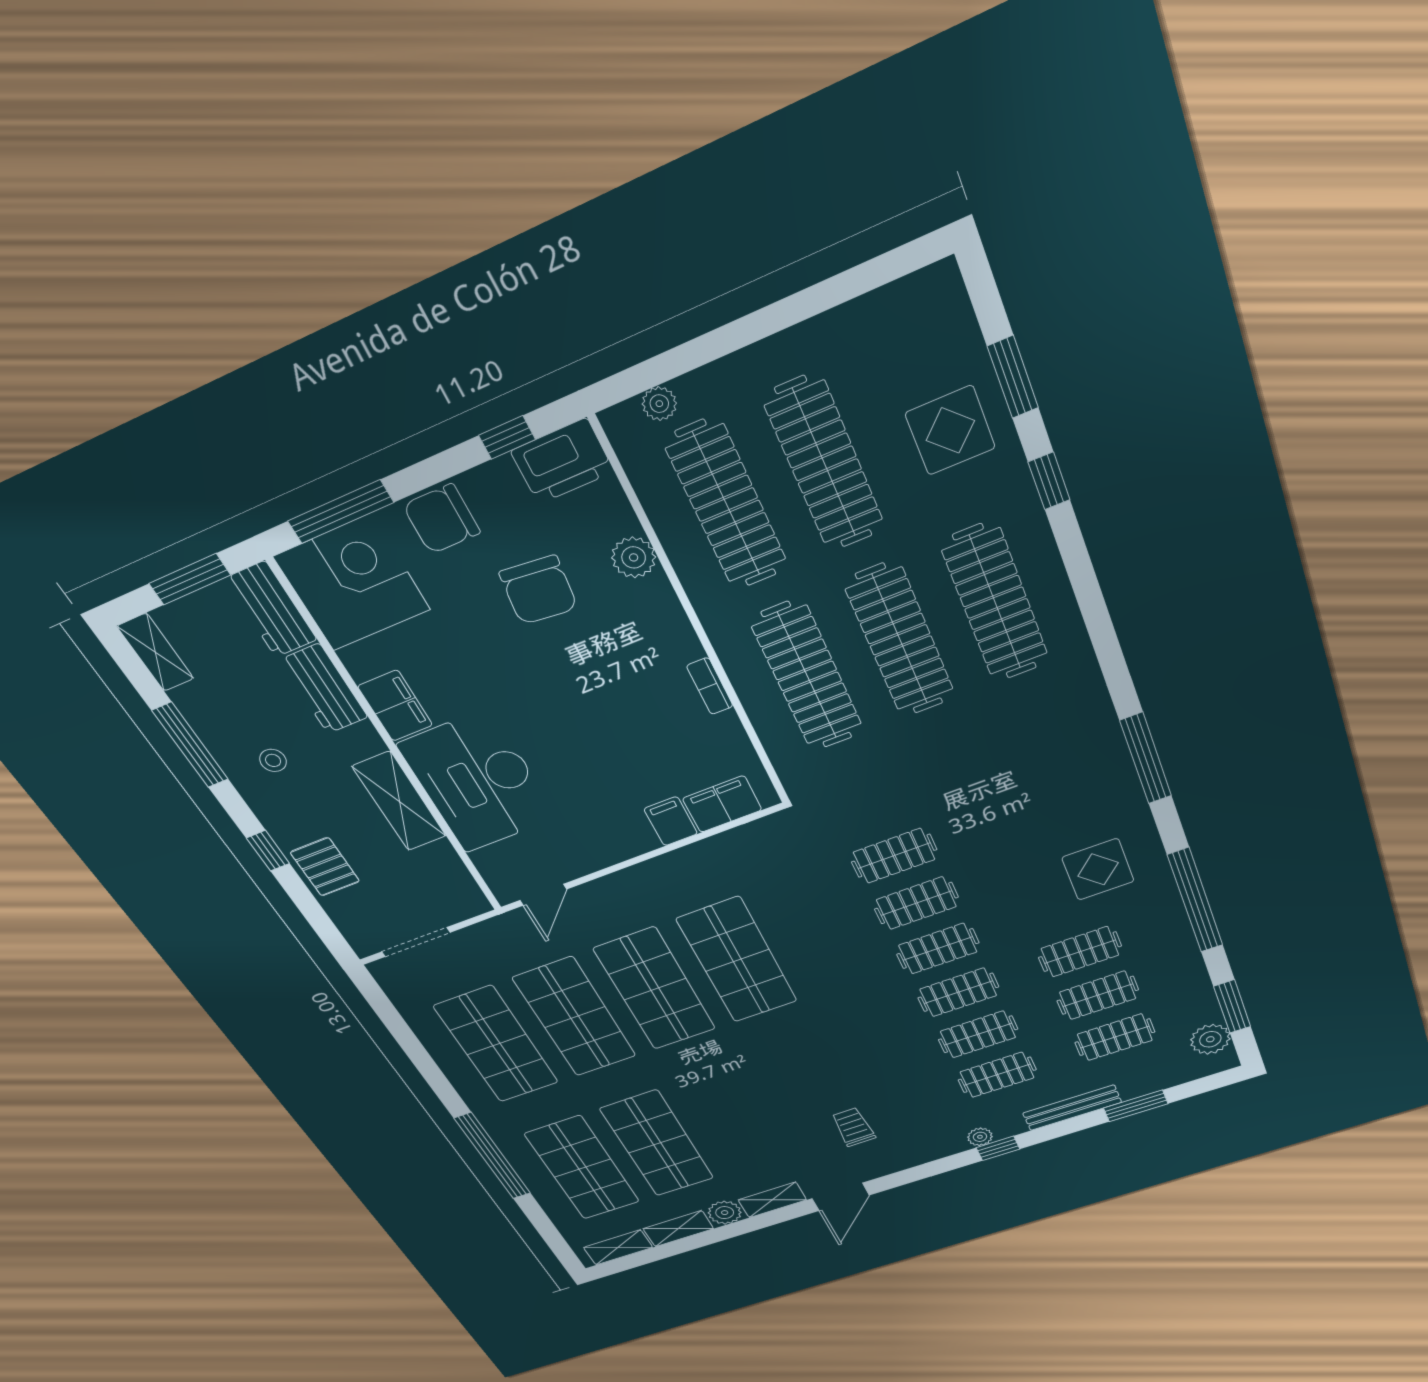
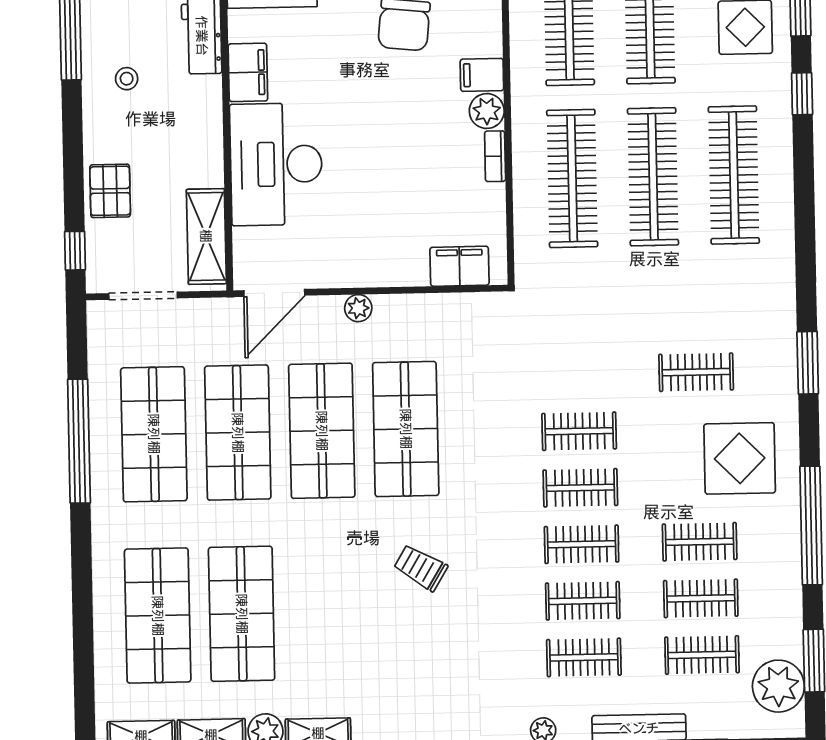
plant: (634, 557) -> (487, 111), moved
window: (1146, 758) -> (808, 363), width x0.69
shelving: (399, 801) -> (206, 236), moved
filing cabinet: (671, 821) -> (482, 75), moved, turned -90
window: (268, 851) -> (75, 251), moved
clothes rail: (894, 856) -> (696, 372), moved
display table: (1098, 869) -> (740, 458), width x1.36, depth x1.36
plant: (636, 878) -> (358, 308), added
door: (543, 895) -> (274, 293), width x1.38
plant: (1210, 1039) -> (778, 686), width x1.36, depth x1.36
trolley: (853, 1127) -> (421, 568), moved, turned -58
window: (493, 1156) -> (79, 441), moved

